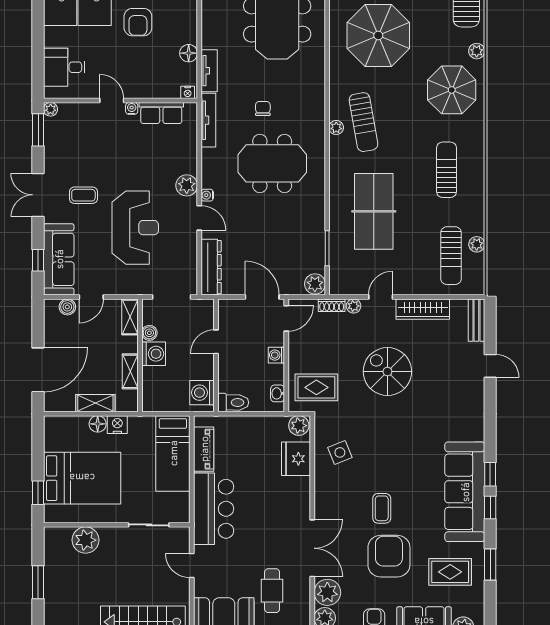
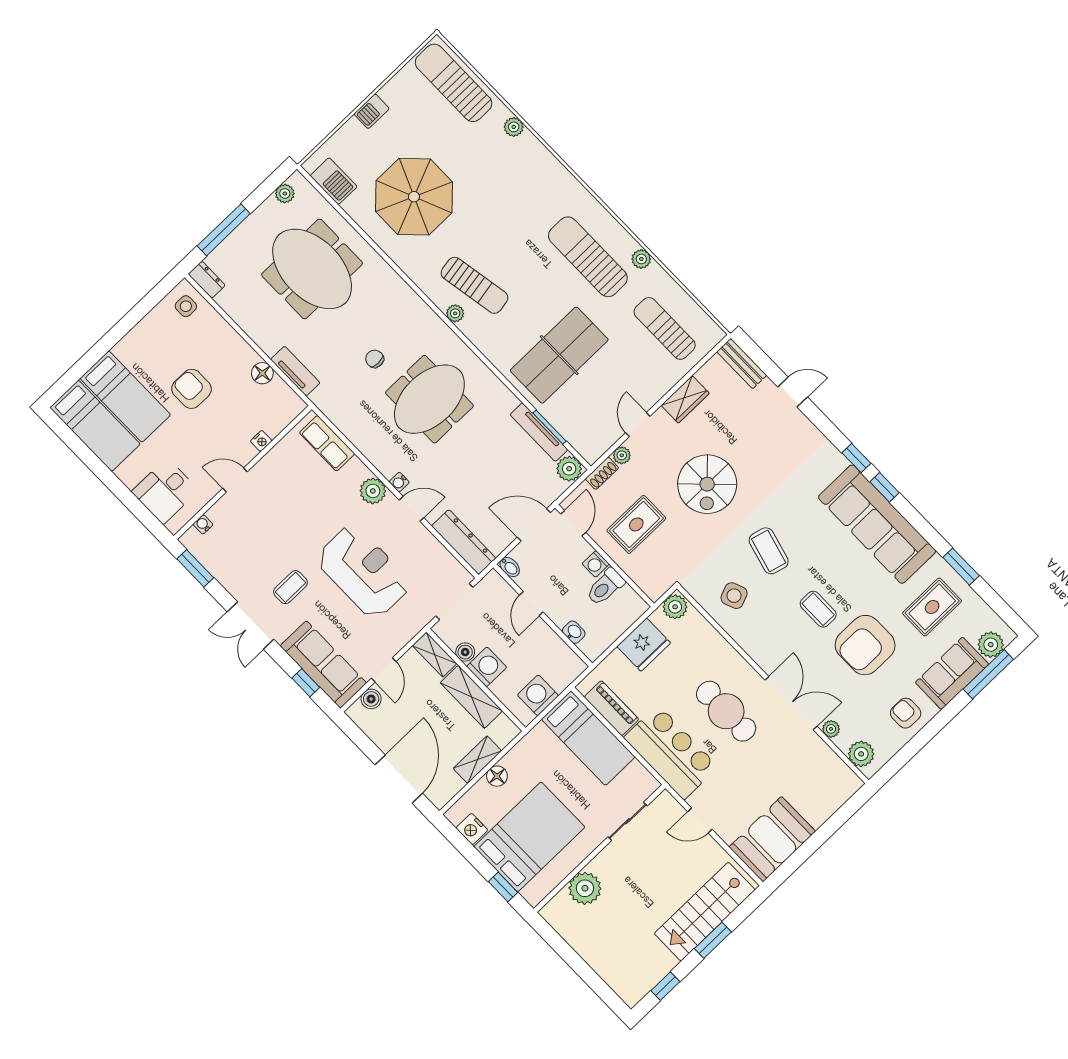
armchair: (138, 22) -> (192, 389), turned 180
parasol: (452, 90) -> (525, 182), removed
nightstand: (188, 92) -> (261, 441), moved
water cooler: (132, 108) -> (203, 524), moved
plant: (51, 109) -> (189, 540), removed
row of seats: (161, 113) -> (327, 443), moved, turned 90
tv unit: (208, 120) -> (539, 432), moved, turned 180
sun lounger: (447, 170) -> (588, 257), width x1.36, depth x1.34
table tennis table: (374, 211) -> (559, 355), turned 90
plant: (477, 244) -> (641, 259), moved
sun lounger: (451, 256) -> (665, 328), turned 180
bidet: (224, 308) -> (510, 567), added
wardrobe: (423, 309) -> (685, 399), width x0.67
shelving: (130, 371) -> (471, 697), width x1.50, depth x1.33
spiral stairs: (387, 372) -> (707, 484), turned -90
rug: (316, 387) -> (636, 524), moved
washing machine: (202, 393) -> (538, 695), moved, turned 90
washbasin: (278, 393) -> (574, 632), moved, turned 180
toilet: (233, 402) -> (605, 587), moved, turned 180
nightstand: (117, 425) -> (472, 829), moved, turned -90
coffee table: (386, 446) -> (769, 551), added
fridge: (296, 459) -> (644, 645), moved, turned -90
window: (490, 508) -> (856, 458), moved
armchair: (389, 556) -> (865, 645), turned -90
window: (38, 582) -> (579, 966), removed
cafe table: (272, 591) -> (726, 711), moved, width x1.37, depth x1.35
plant: (327, 592) -> (831, 729), width x0.53, depth x0.53

